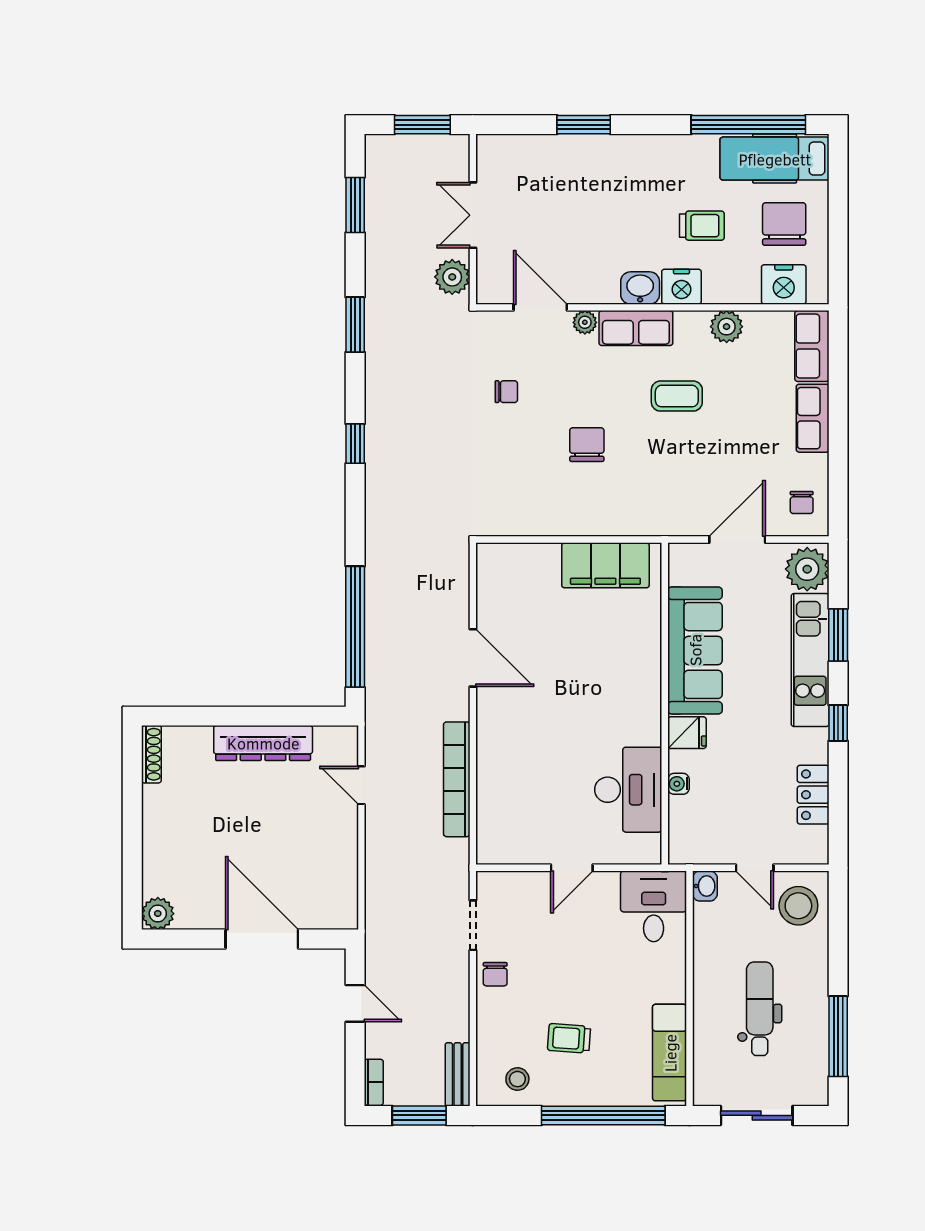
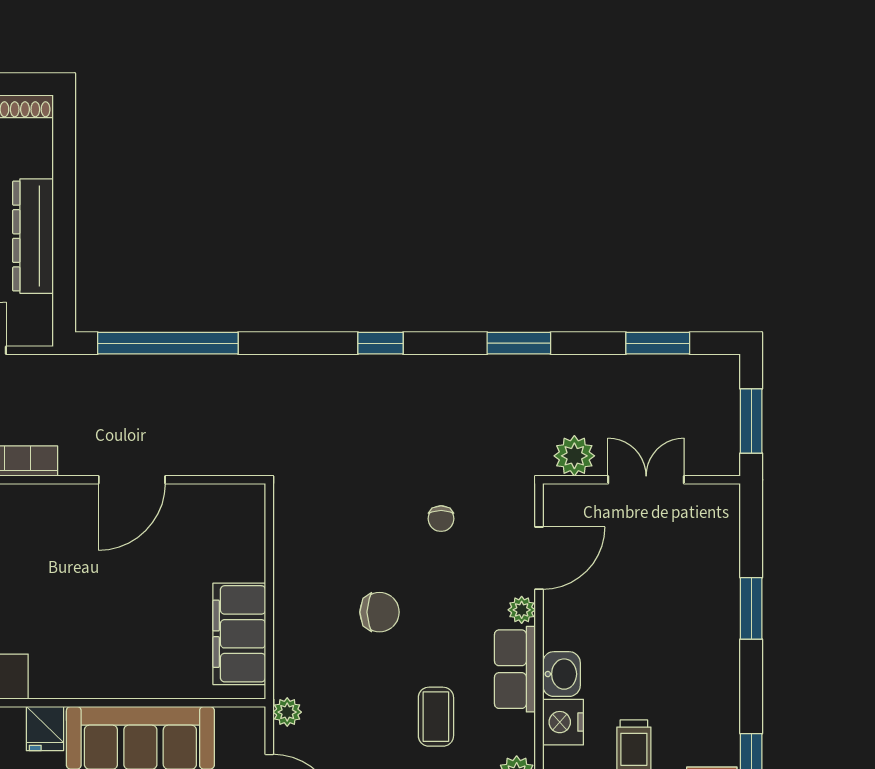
plant: (673, 524) -> (287, 712), added

